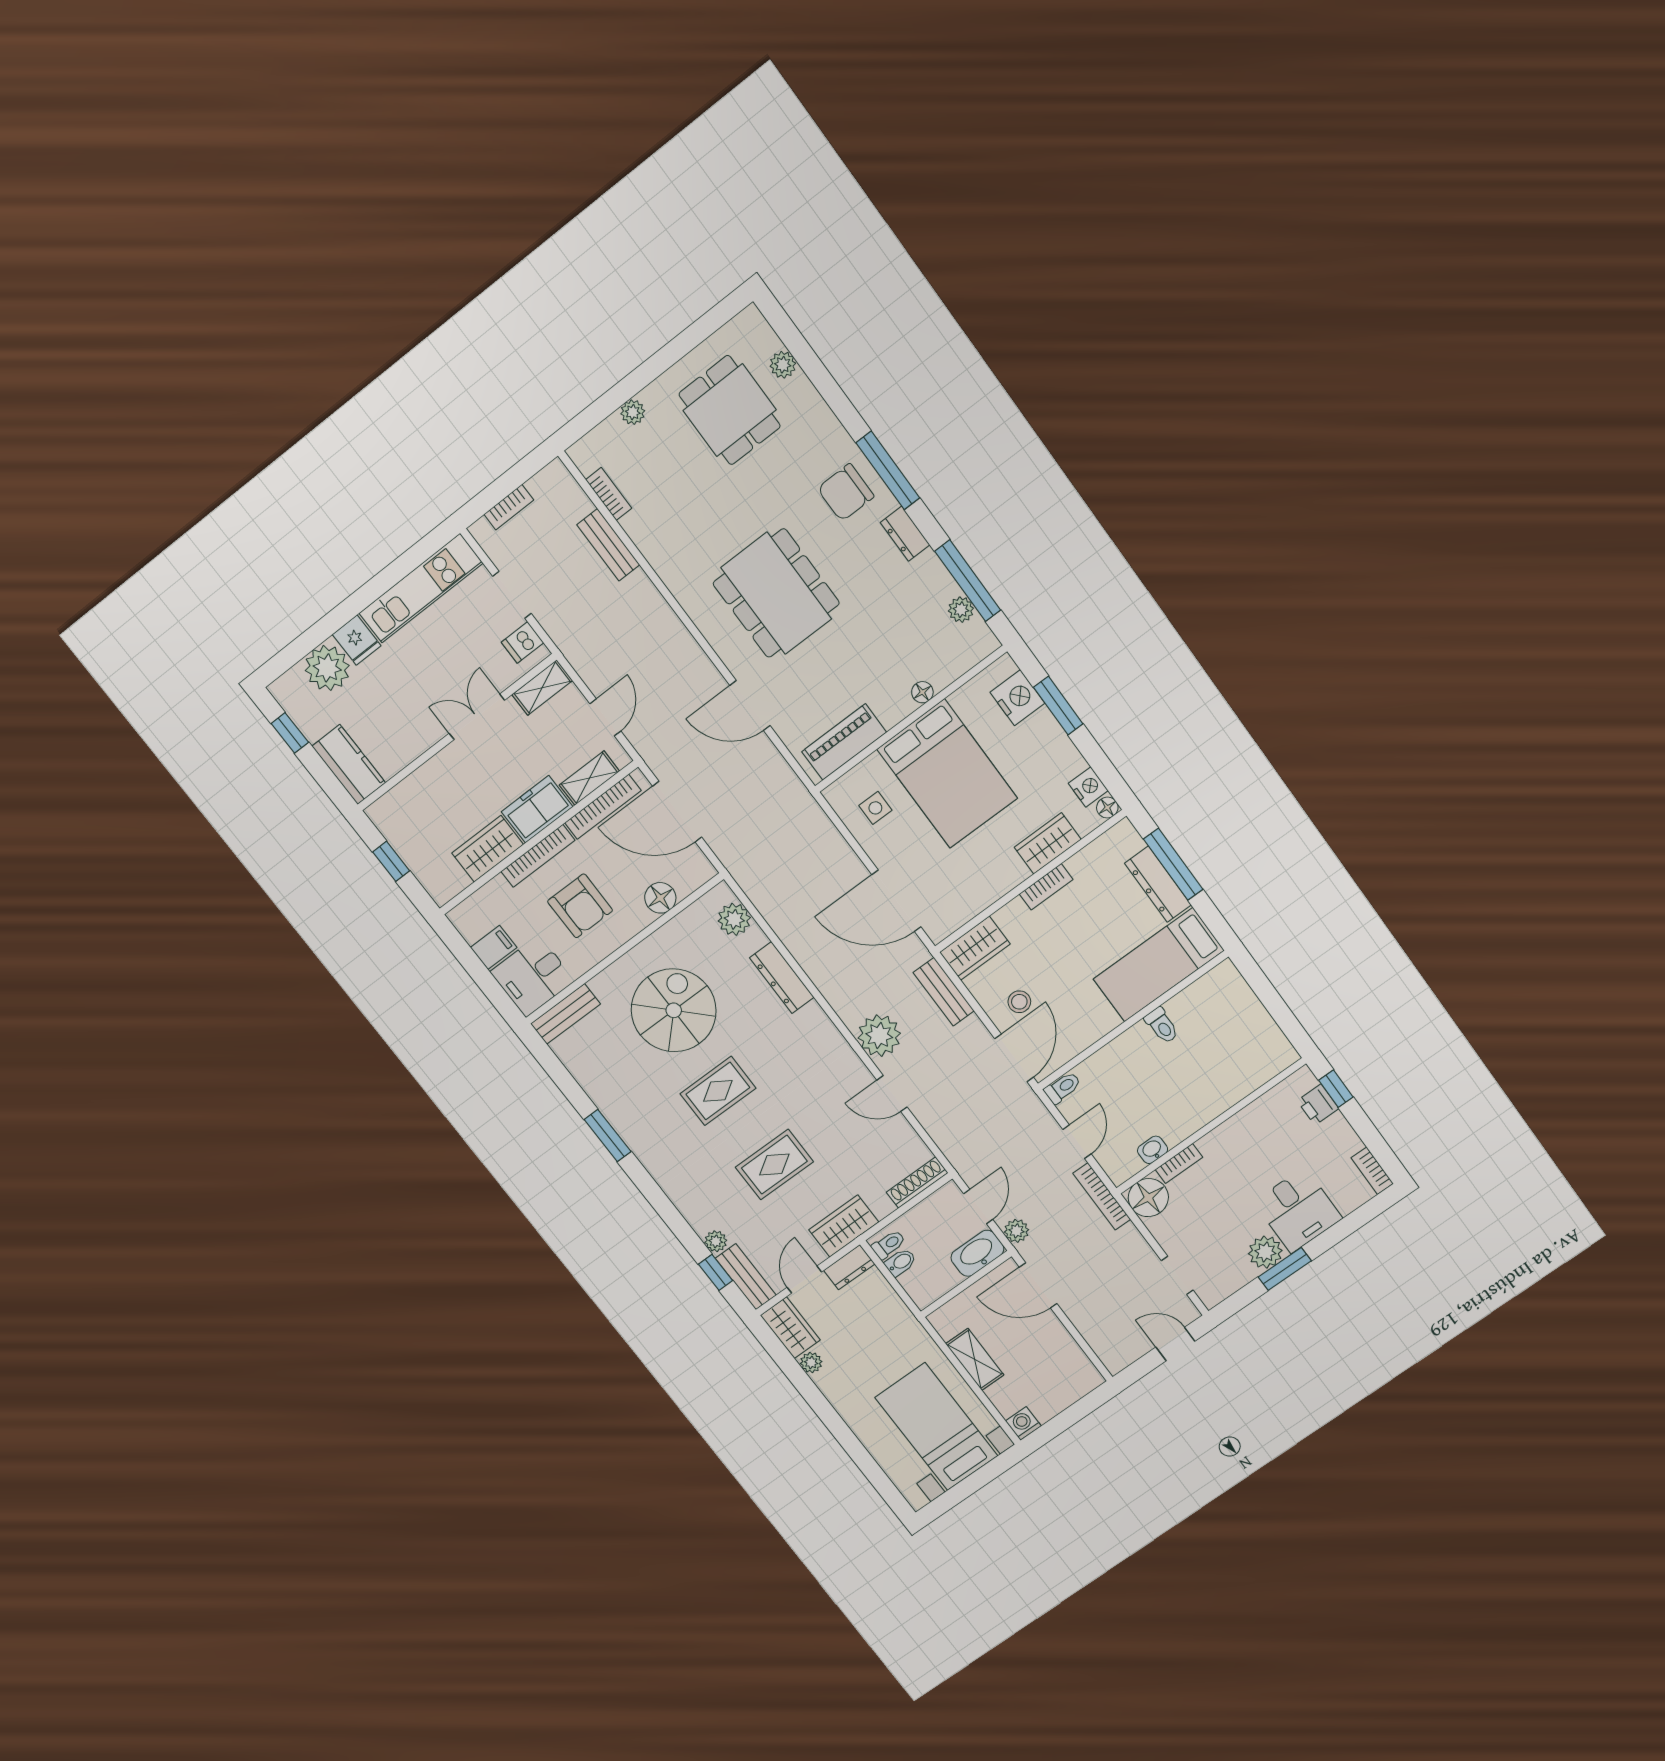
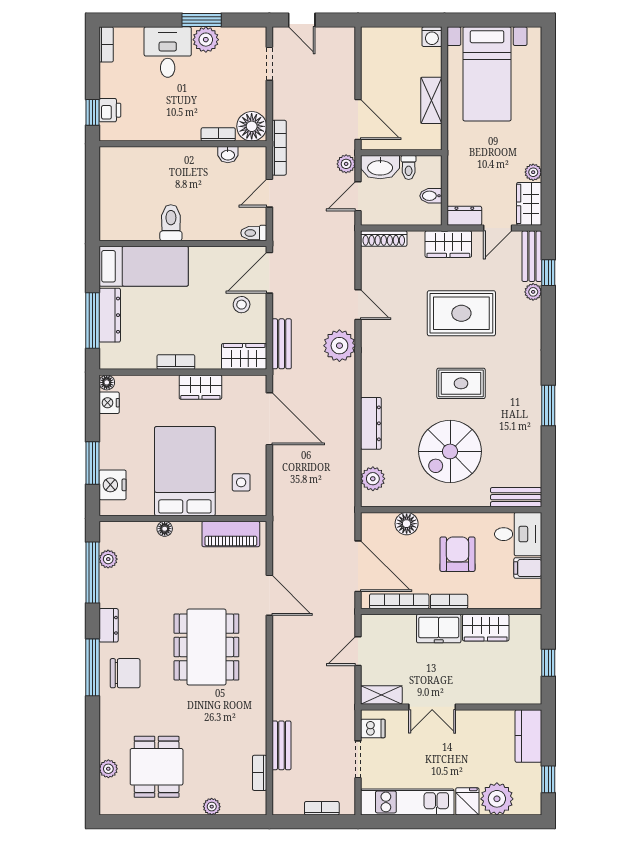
shelving: (589, 778) -> (394, 624), removed
wardrobe: (1048, 843) -> (200, 387), moved
bookcase: (538, 856) -> (449, 602), width x0.64
toilet: (1162, 1025) -> (171, 223), width x1.37, depth x1.39
rug: (774, 1165) -> (461, 313), width x1.36, depth x1.43
toilet: (889, 1244) -> (409, 167), moved, turned -90

